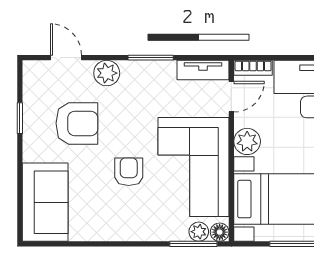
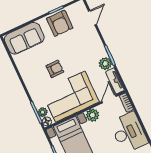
plant: (107, 73) -> (105, 64), moved
door: (231, 97) -> (109, 99), swing flipped
armchair: (77, 123) -> (60, 23), moved

